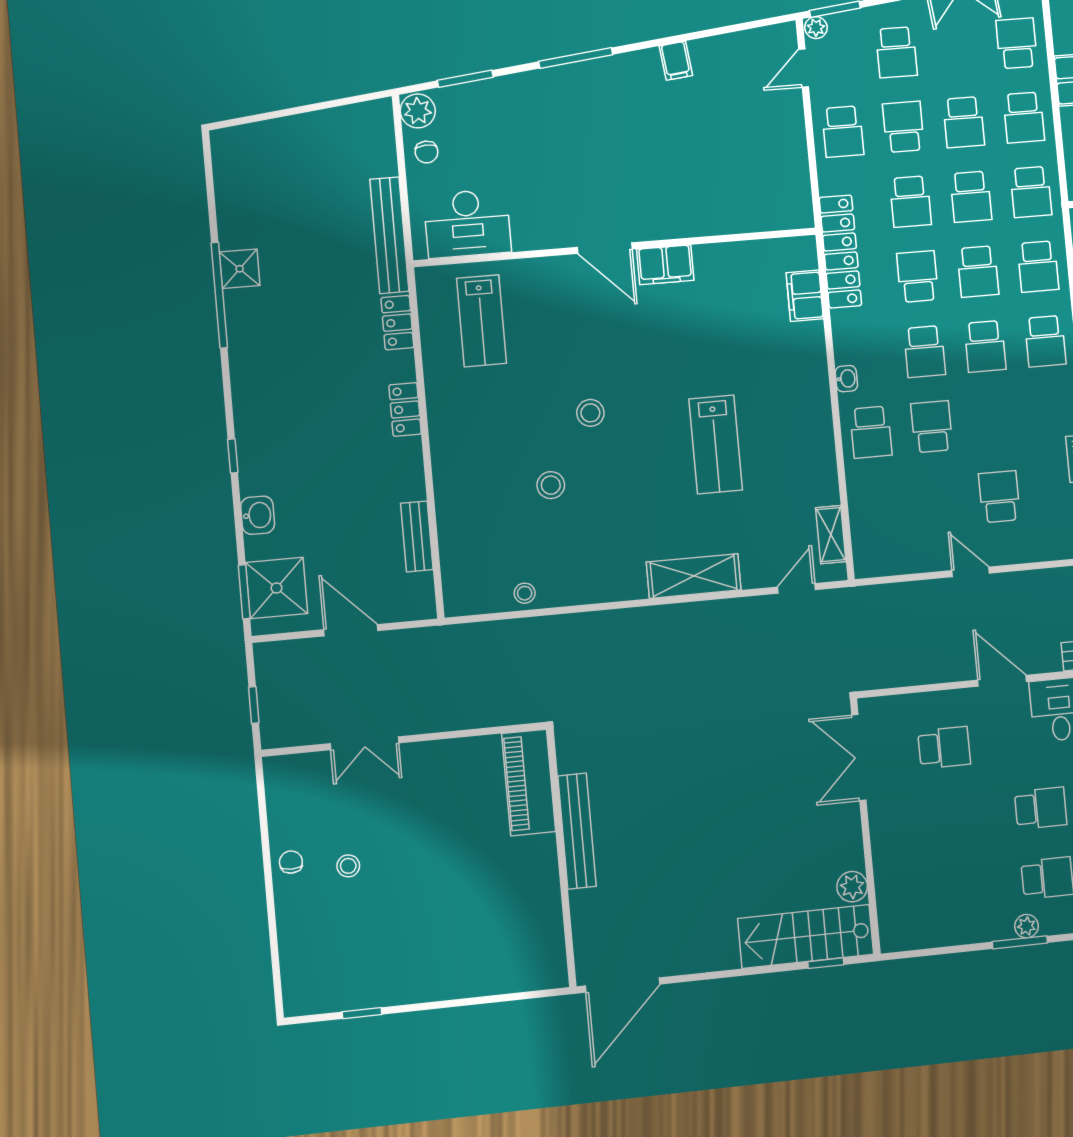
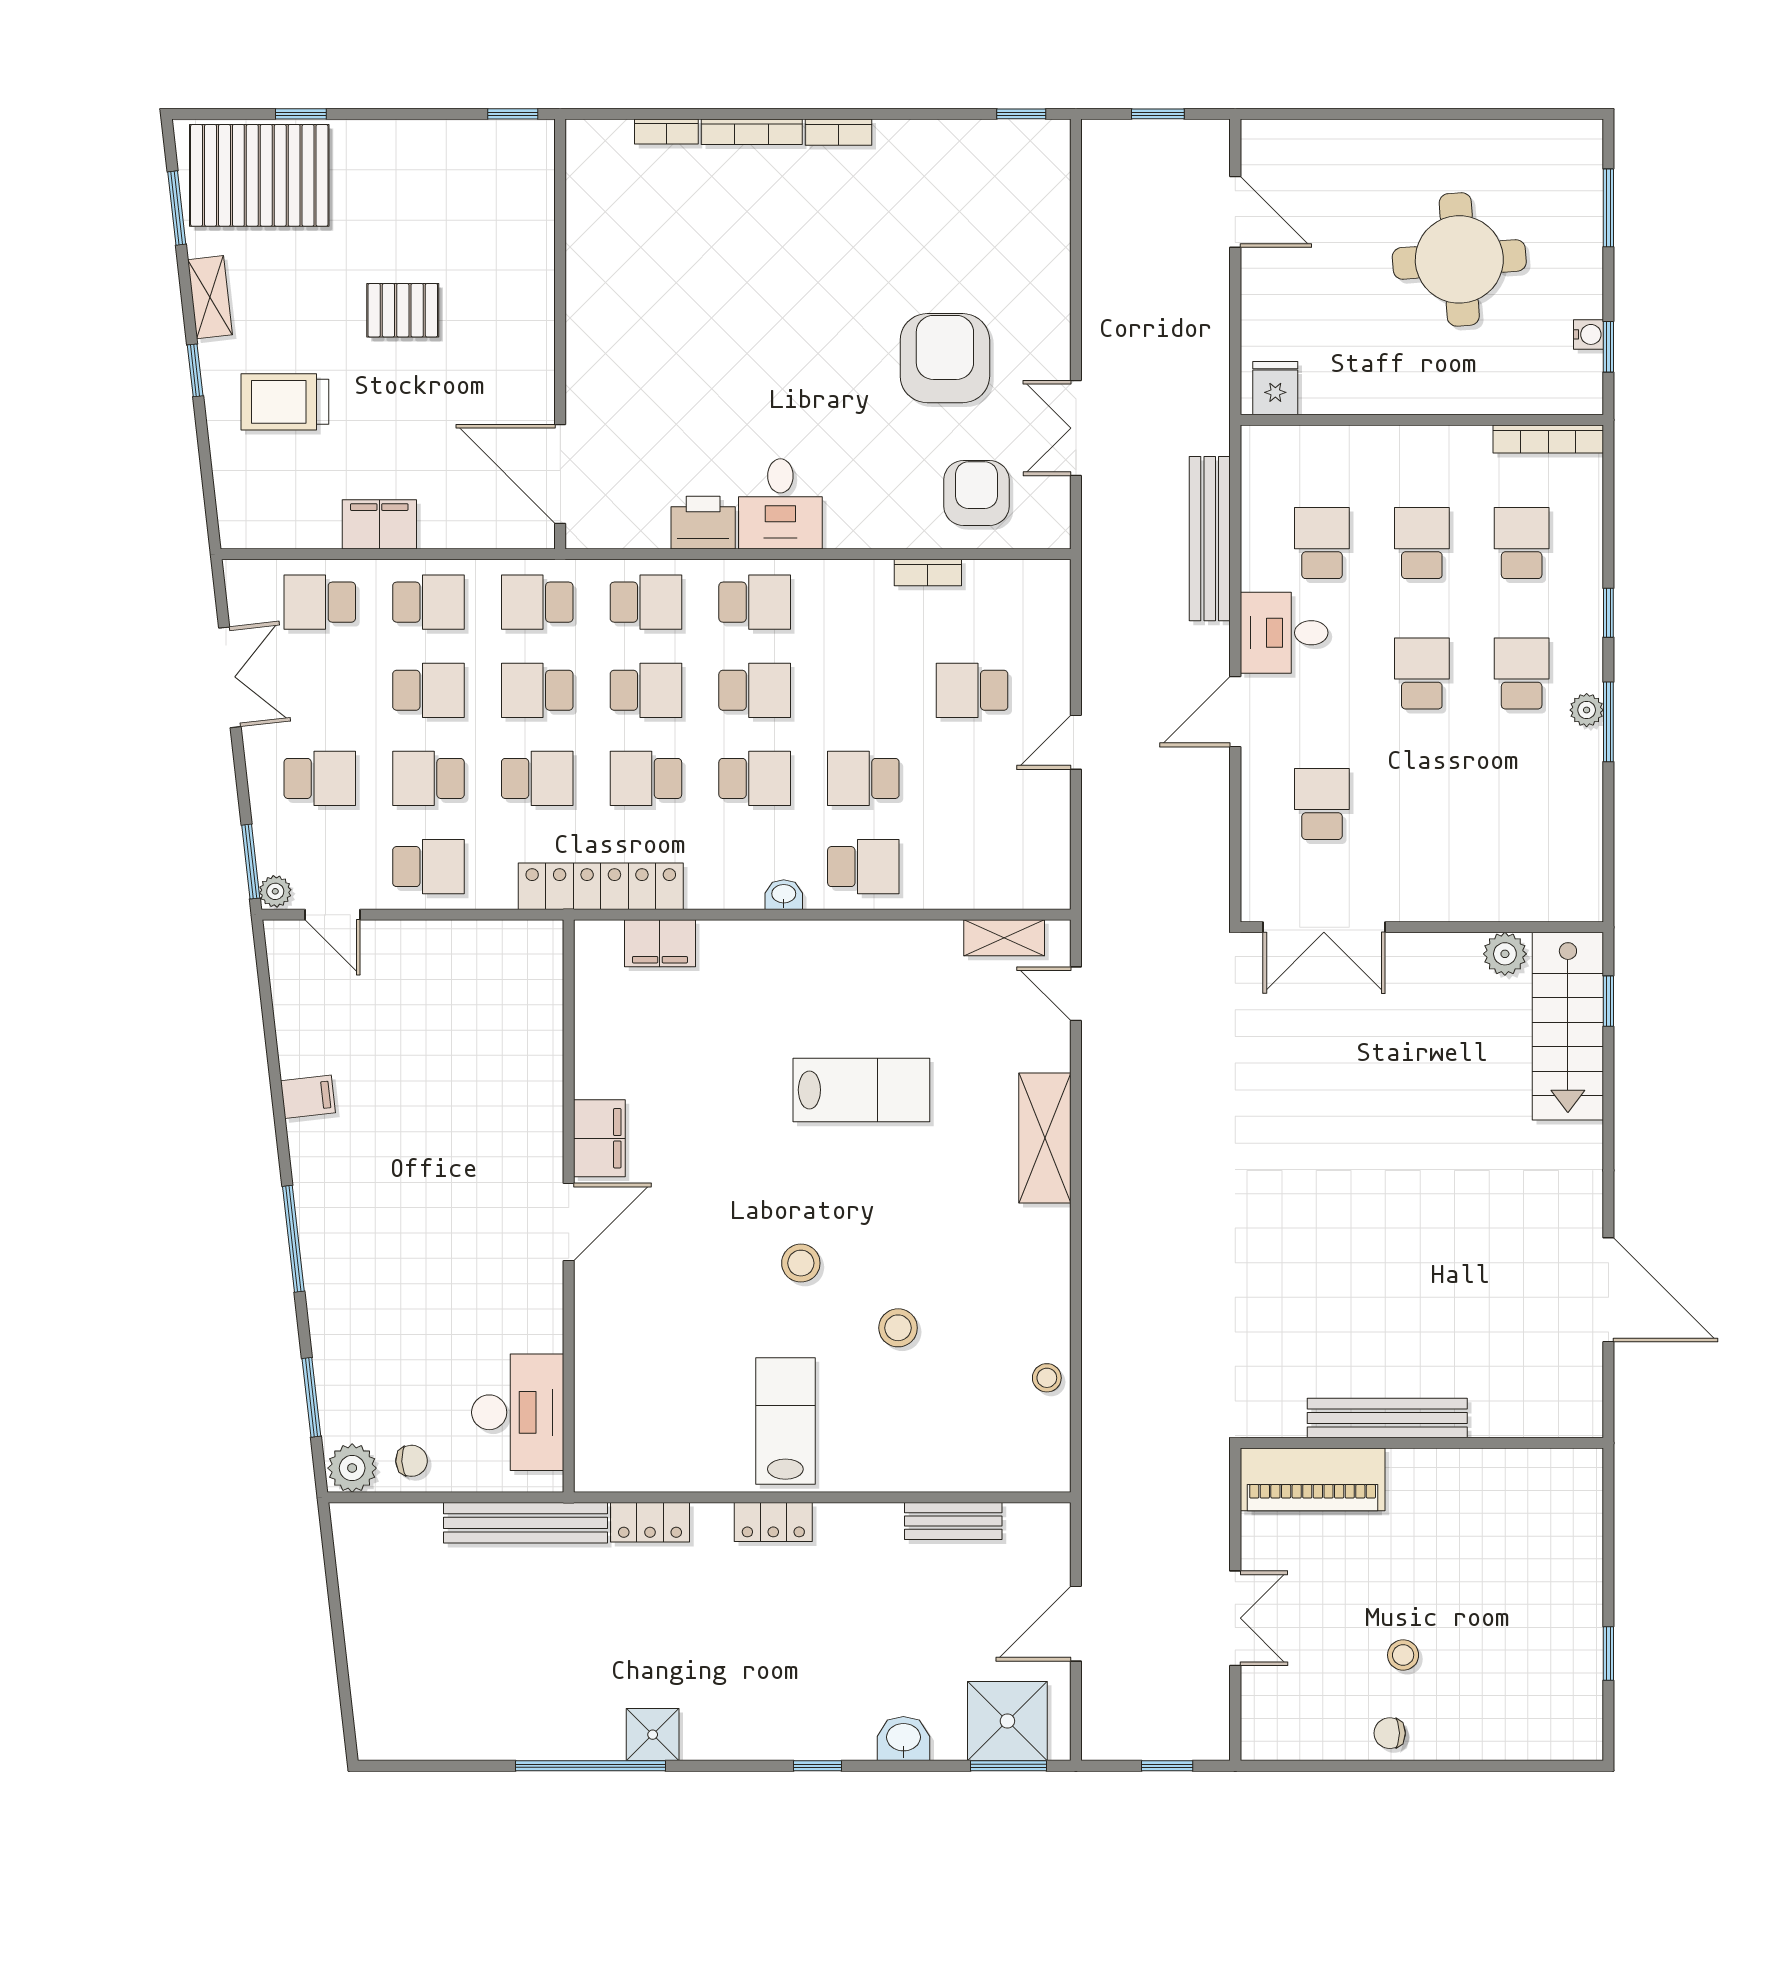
school desk: (1031, 192) -> (537, 602), turned 180
school desk: (971, 197) -> (537, 690), turned 180
shower: (240, 269) -> (653, 1735), moved
lab bench: (482, 321) -> (785, 1421), moved, turned -90
piano: (529, 783) -> (1313, 1479), moved
bench: (577, 831) -> (1387, 1418), moved
wall: (561, 857) -> (1422, 1443), moved

